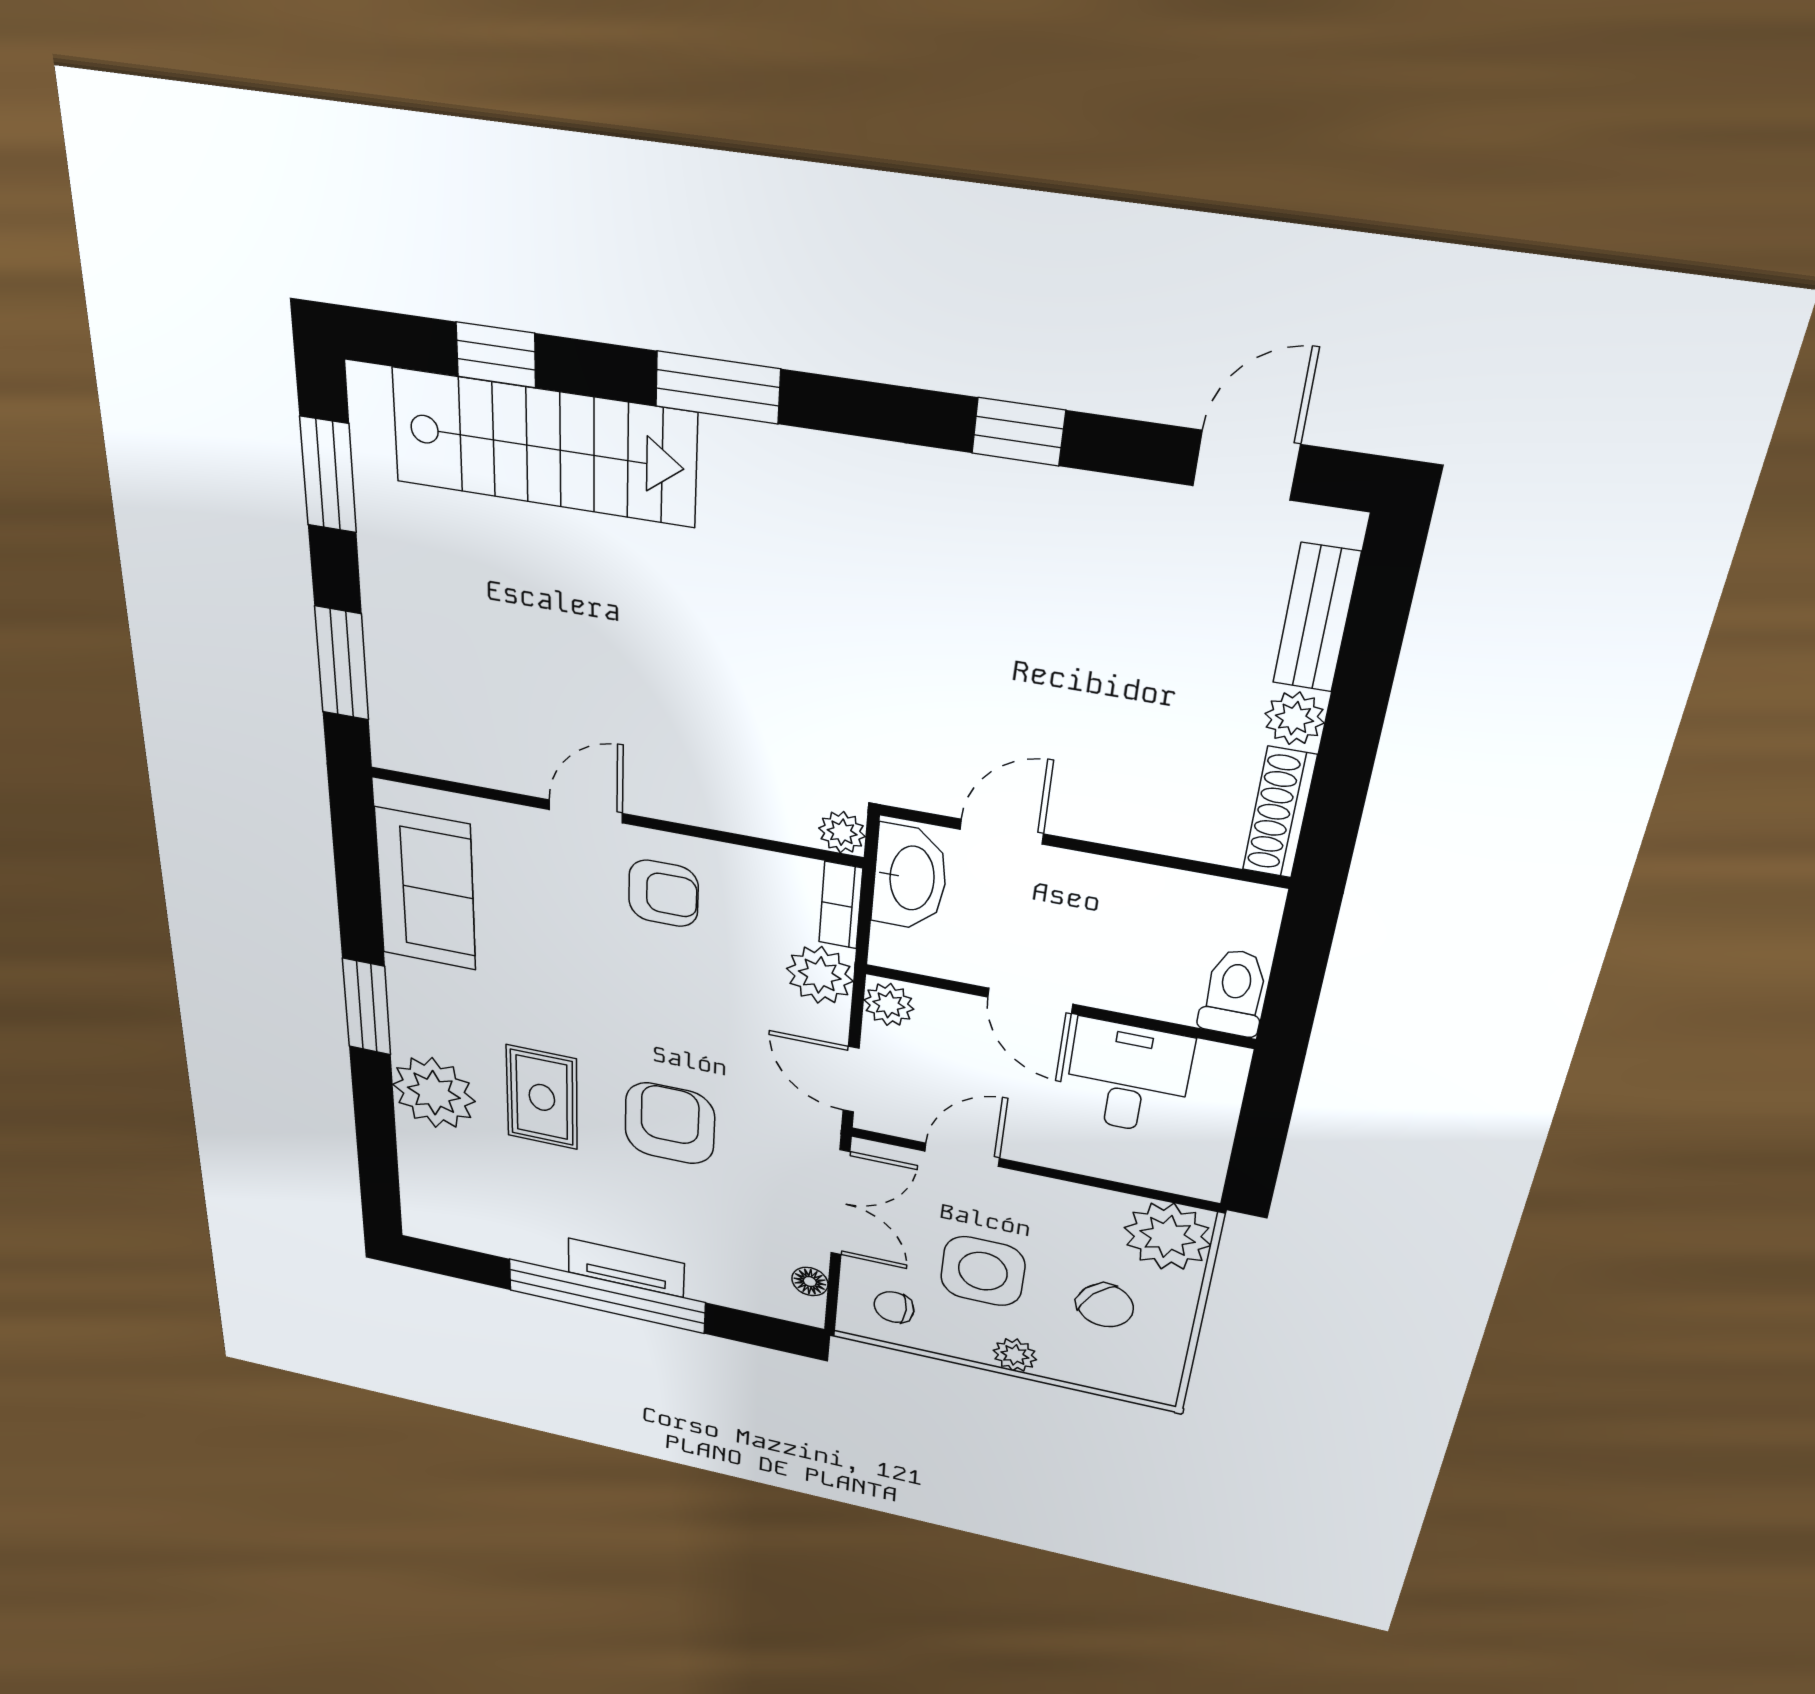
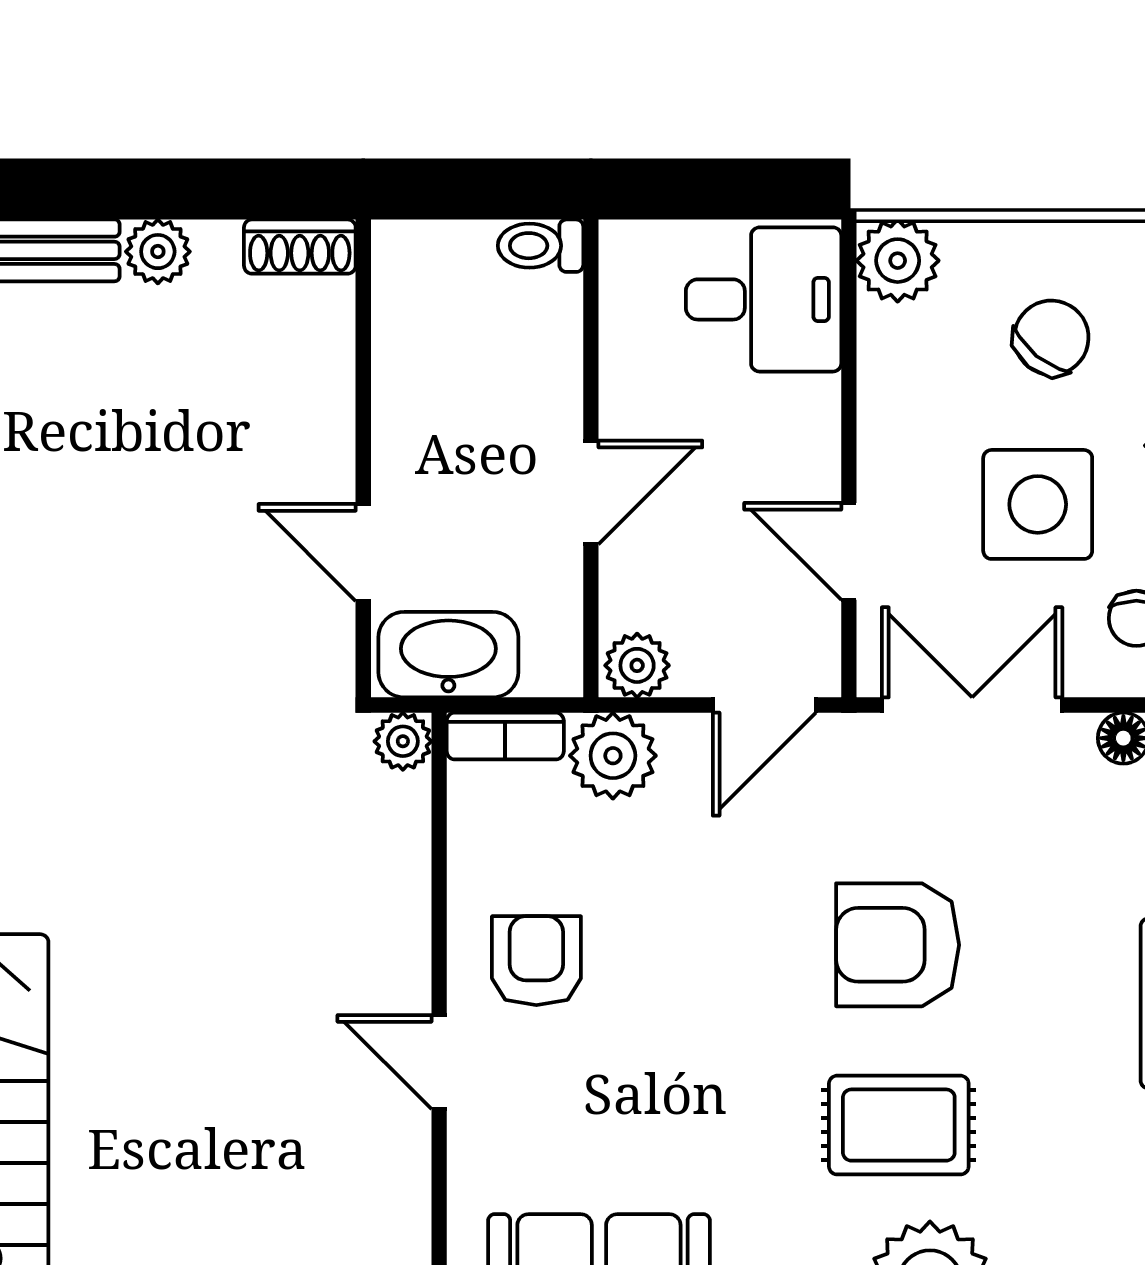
shoe rack: (1280, 813) -> (300, 247), width x0.70
toilet: (1234, 993) -> (541, 246), width x0.73, depth x0.72
desk: (1128, 1078) -> (764, 299), moved, turned 180
plant: (1168, 1236) -> (898, 261), width x0.73, depth x0.73

